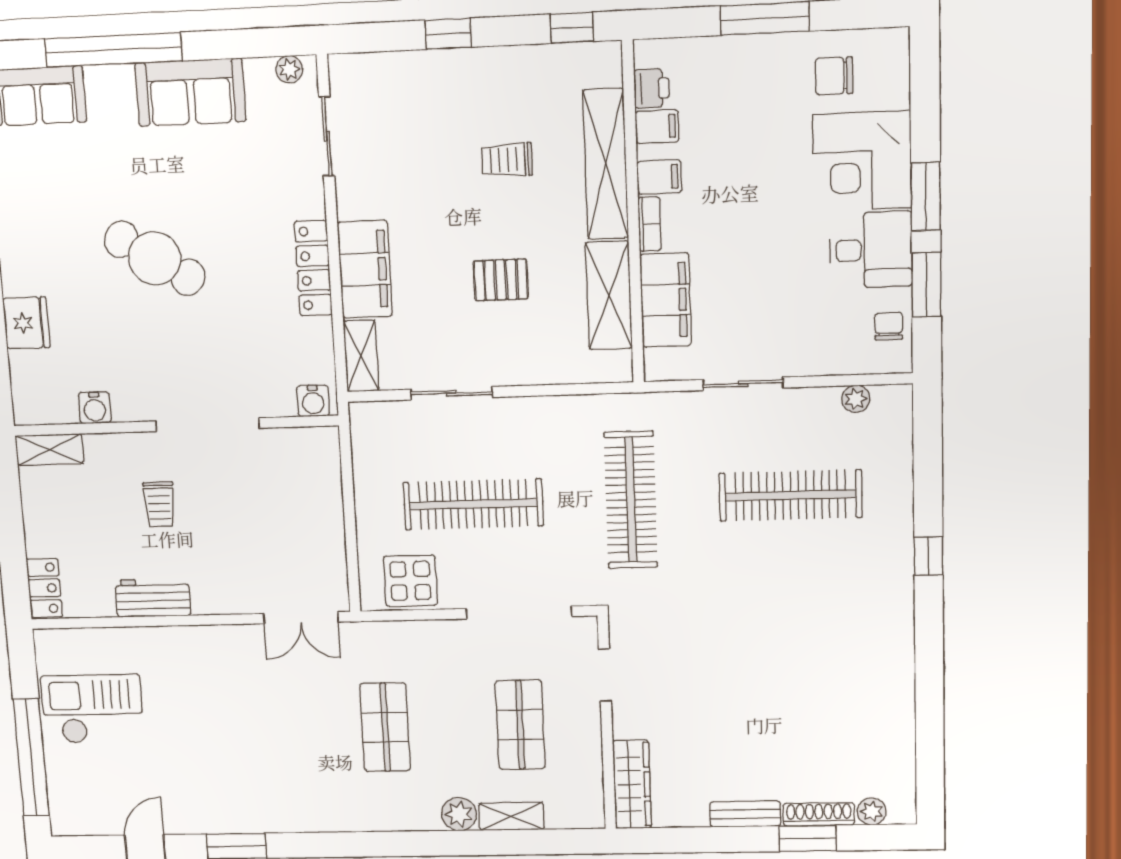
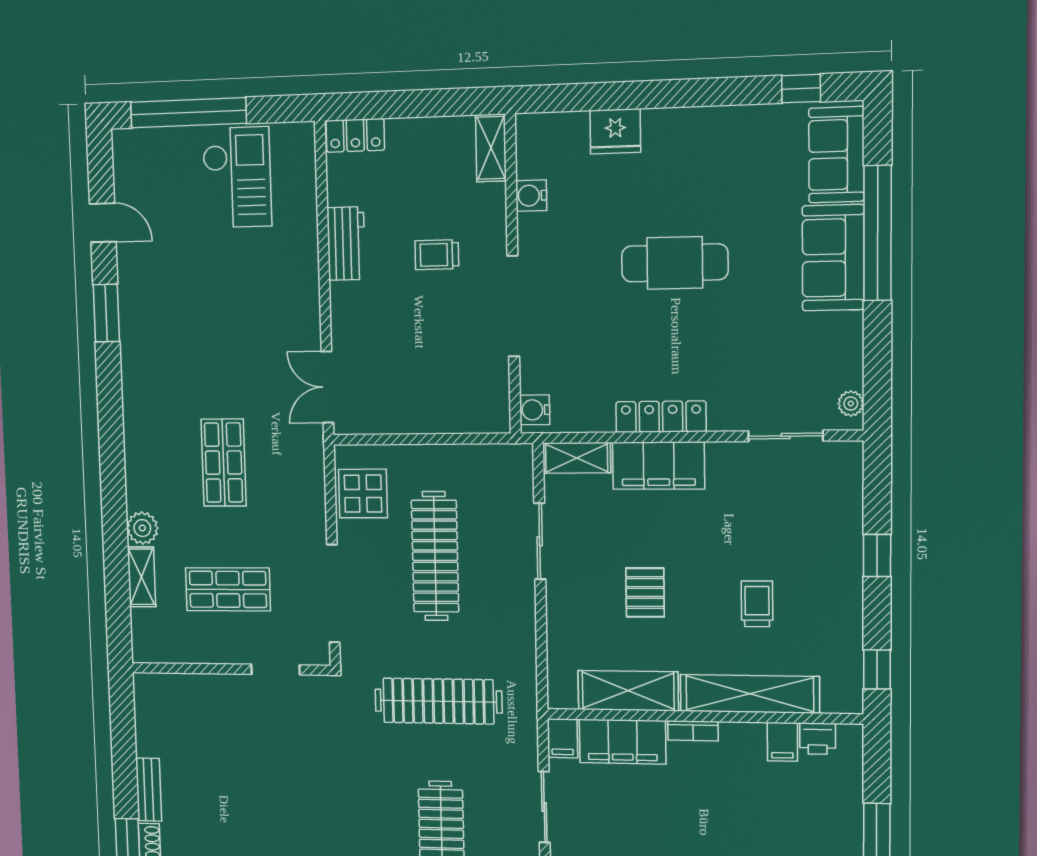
sofa: (190, 92) -> (833, 258), moved
filing cabinet: (659, 177) -> (562, 738), moved
cafe table: (155, 258) -> (675, 263), turned 58
shop shelf: (385, 727) -> (224, 463), turned 90
wardrobe: (632, 784) -> (174, 689), removed

